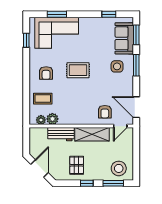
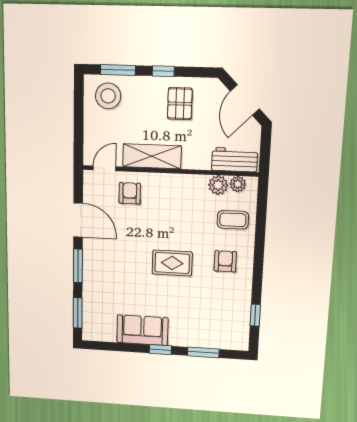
window: (109, 14) -> (160, 350), moved
corner sofa: (57, 33) -> (205, 324), removed
sofa: (124, 38) -> (142, 330), moved, turned -90
side table: (117, 66) -> (109, 266), removed
door: (136, 107) -> (78, 220), moved
workbench: (61, 134) -> (235, 160), moved

